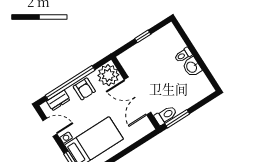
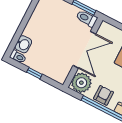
toilet: (183, 55) -> (18, 57), moved
washbasin: (192, 67) -> (23, 44), moved

